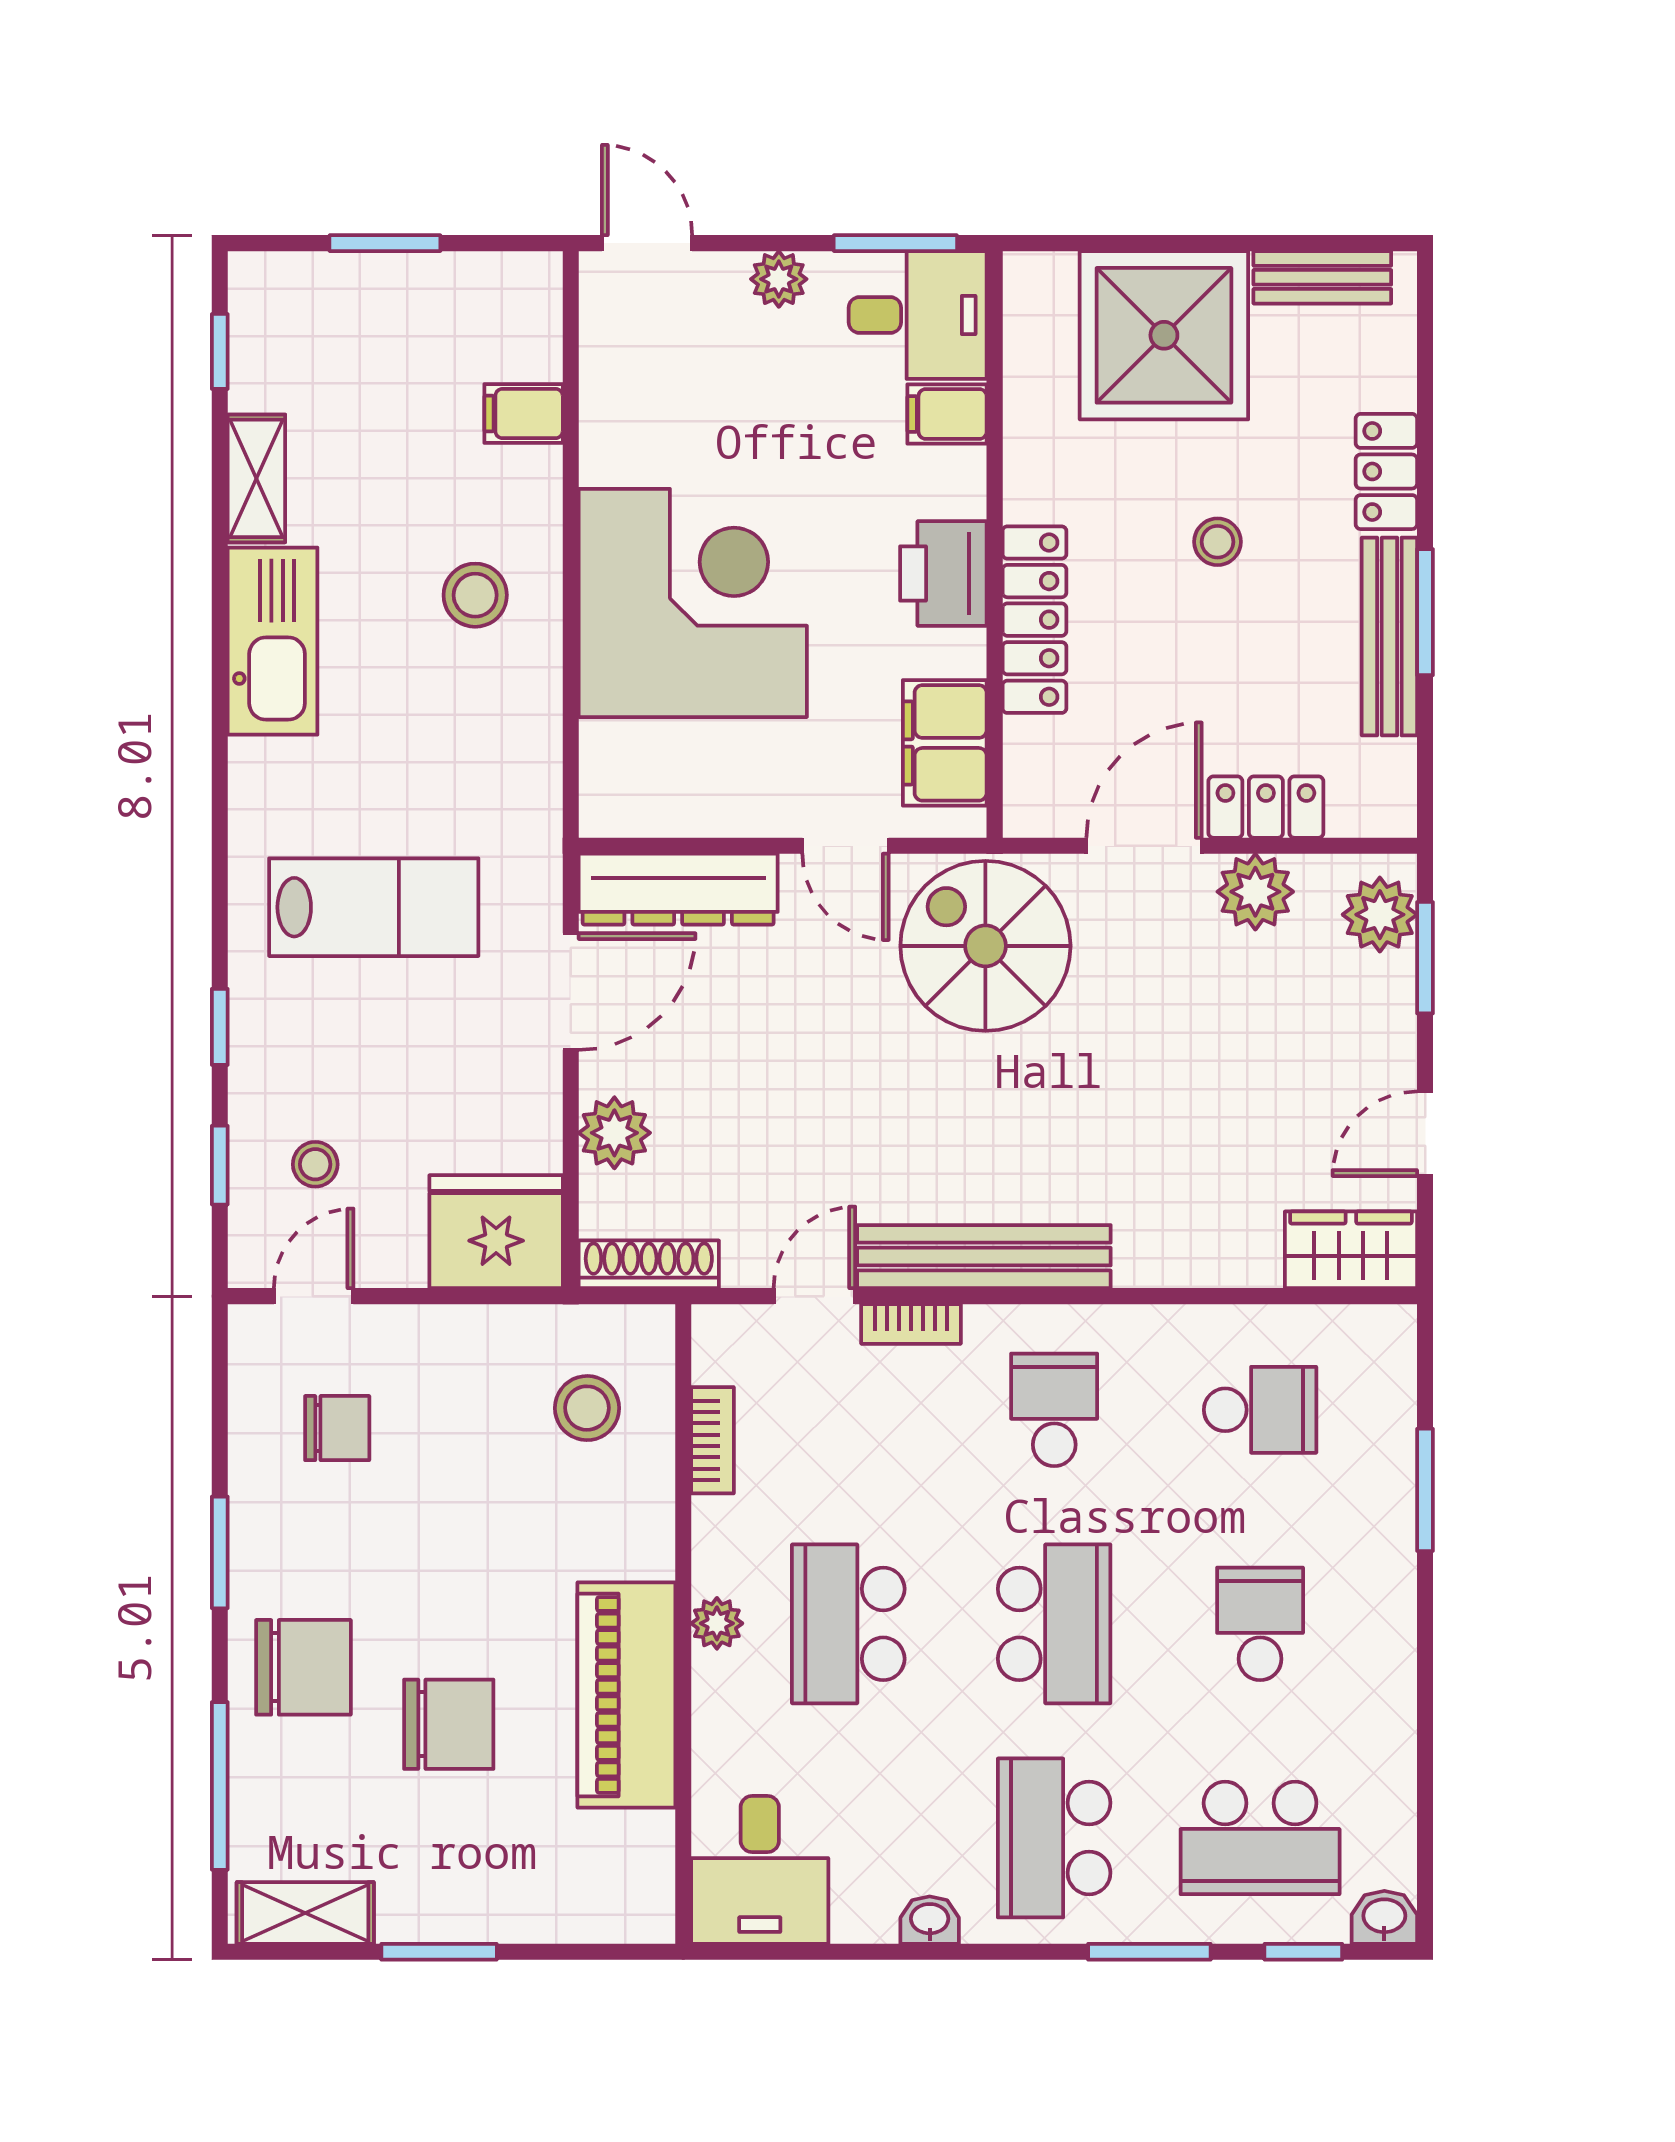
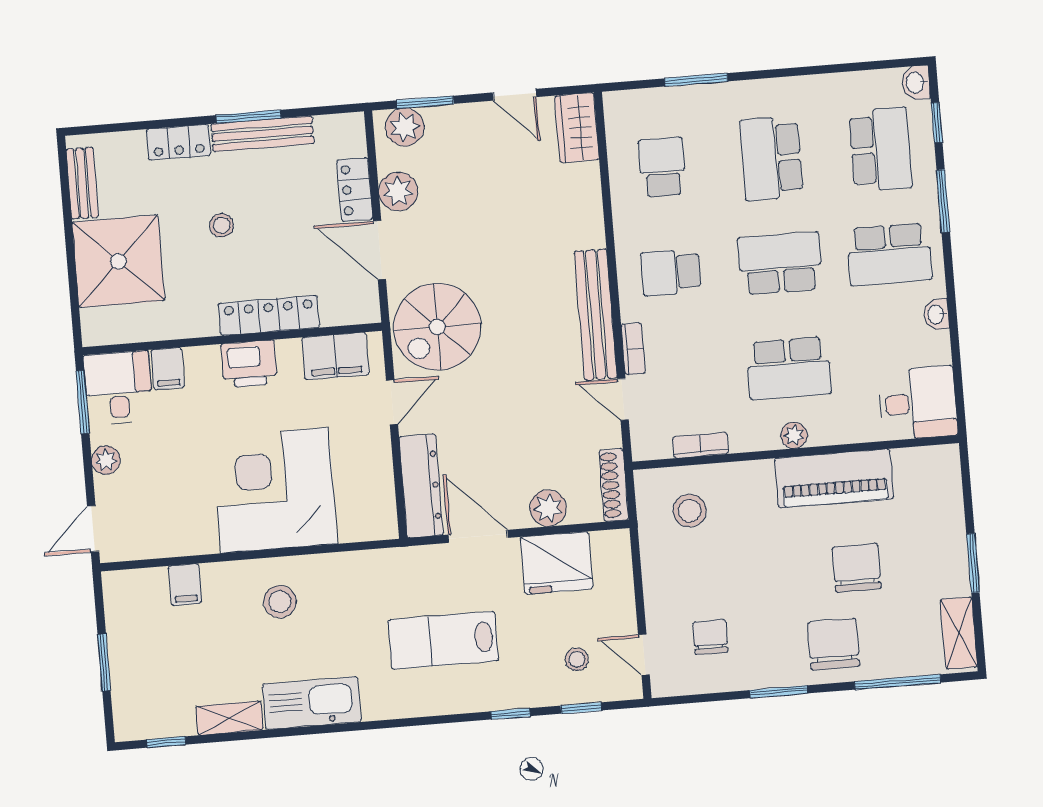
lab bench: (374, 907) -> (443, 640), turned -90
fridge: (496, 1232) -> (556, 563), moved, turned -90
school desk: (1260, 1624) -> (771, 158), width x1.85

